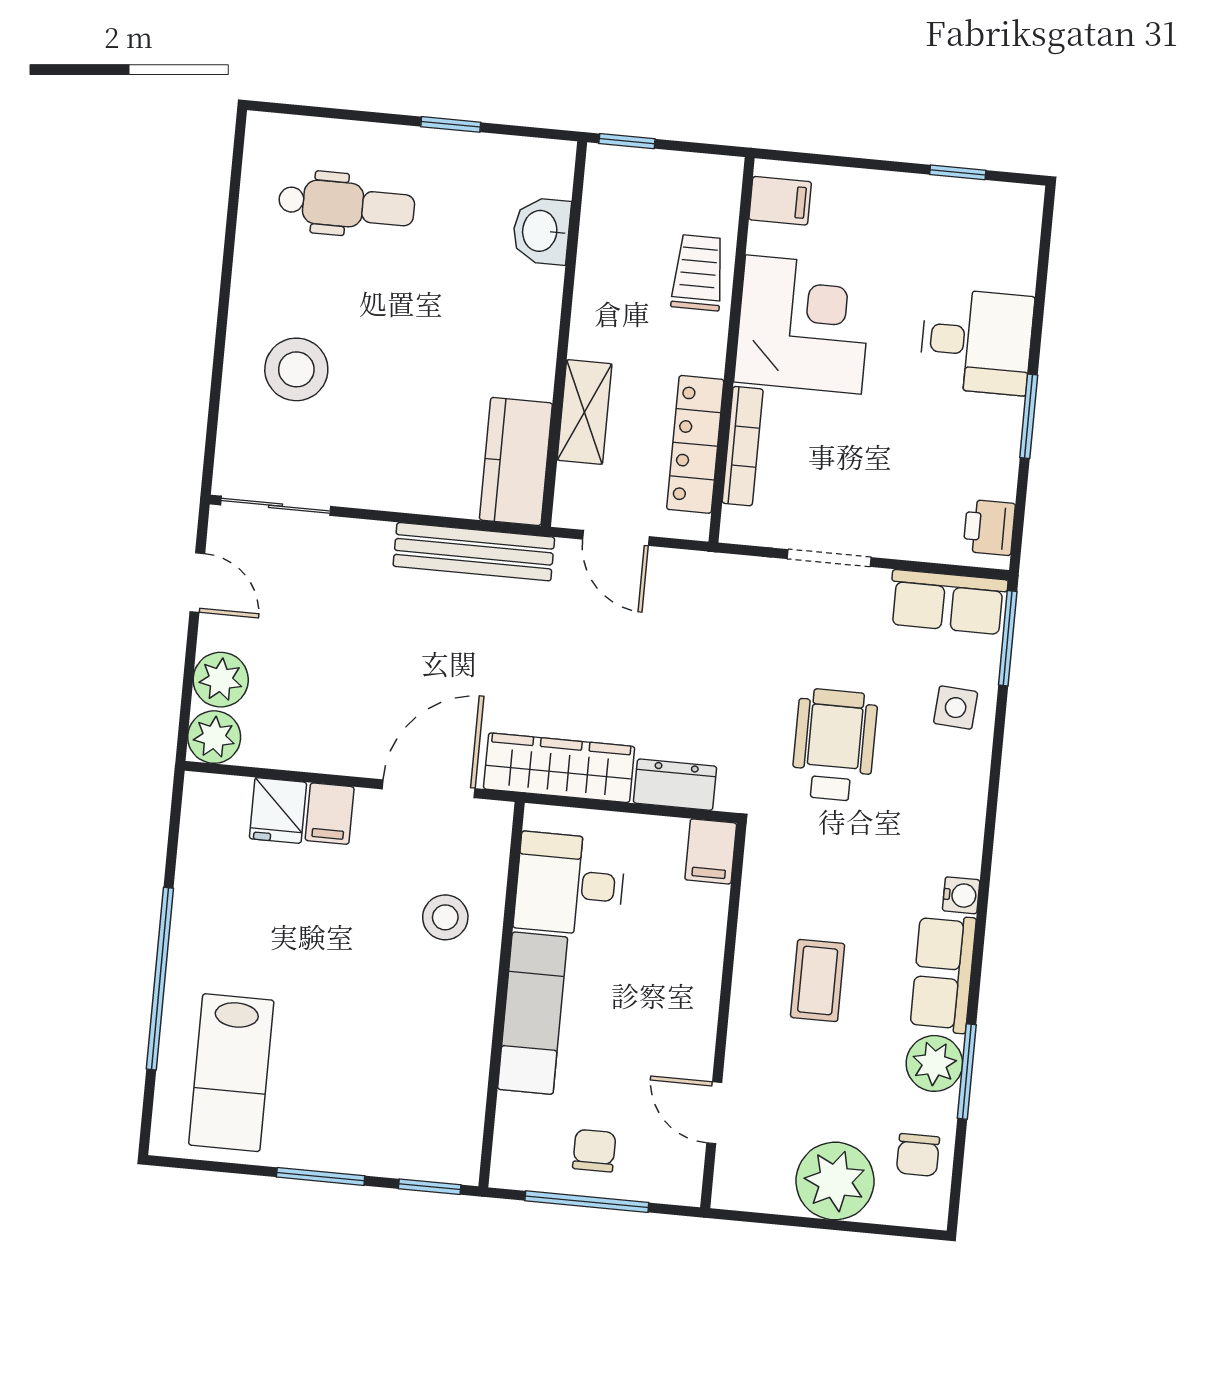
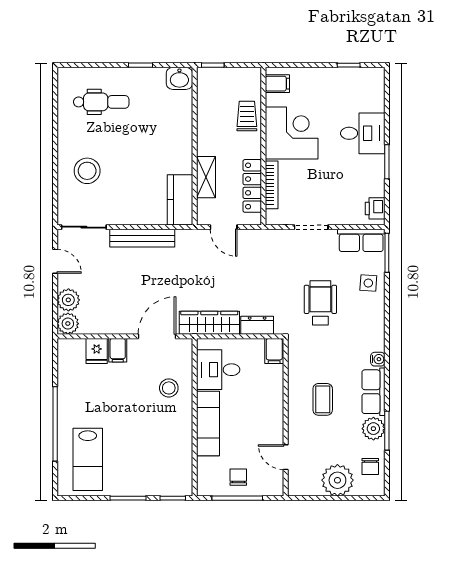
washbasin: (541, 231) -> (179, 78), moved, turned -90
bench: (474, 552) -> (142, 238), moved

